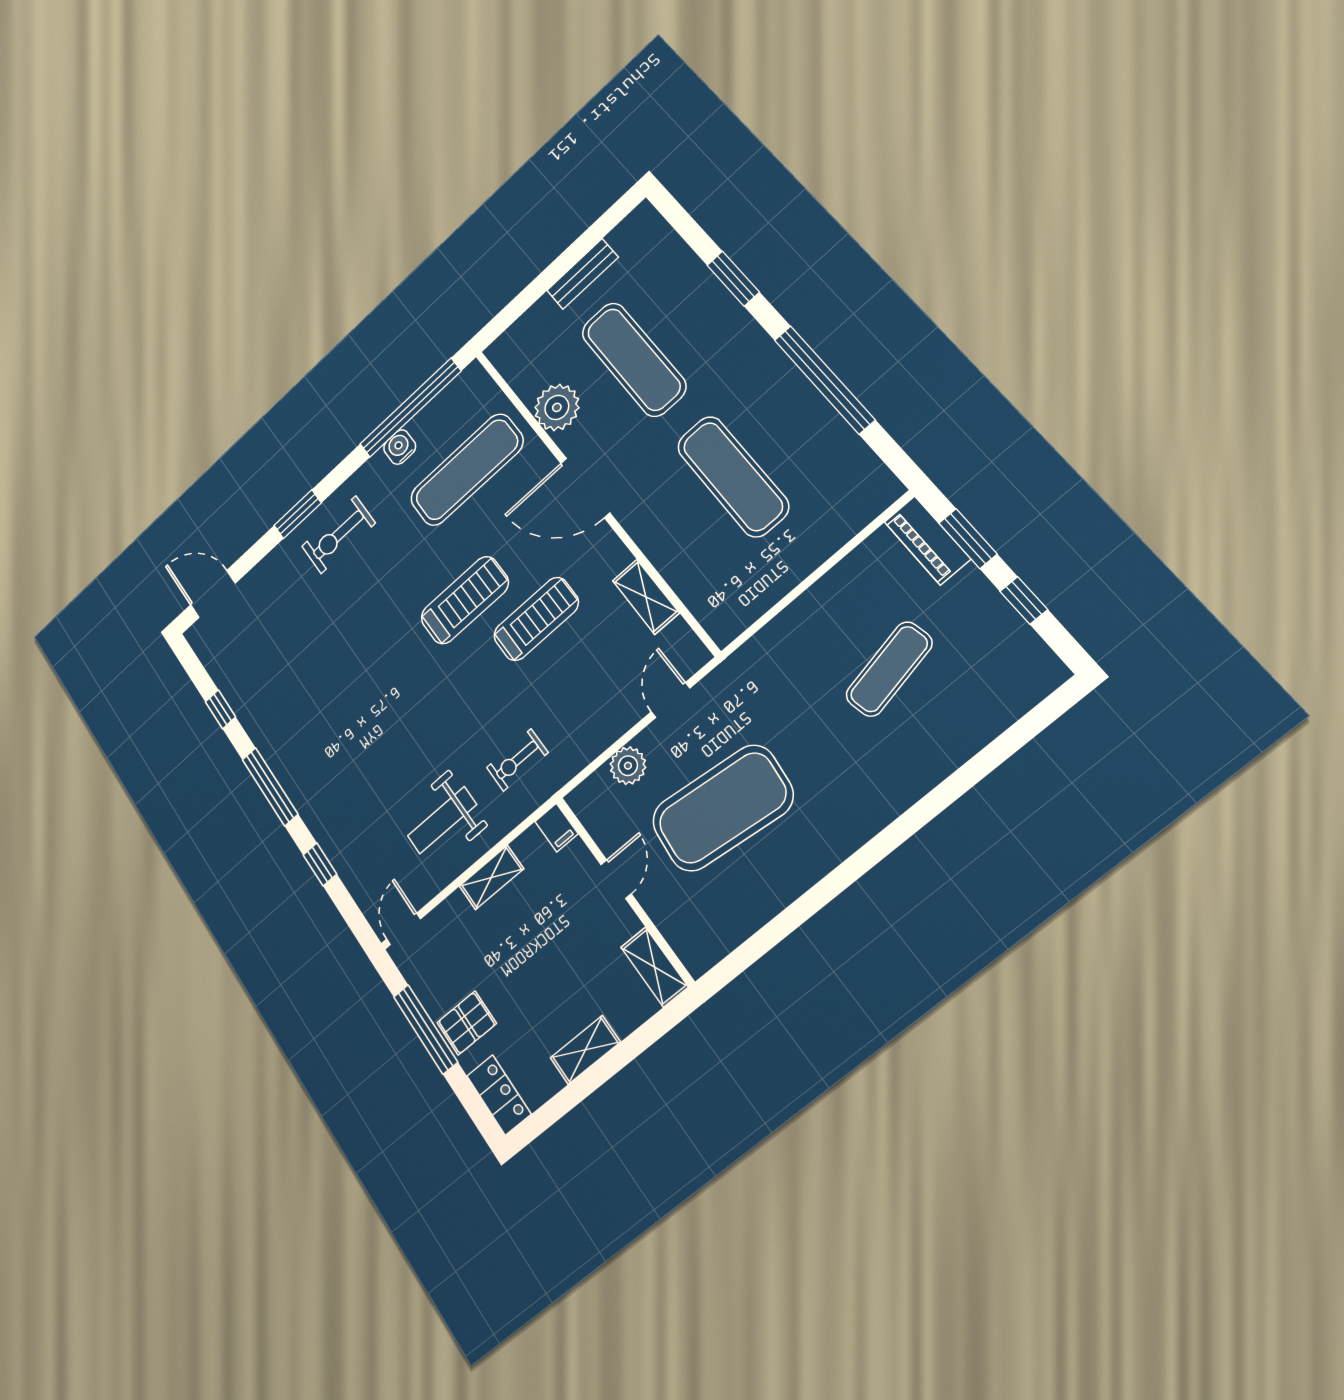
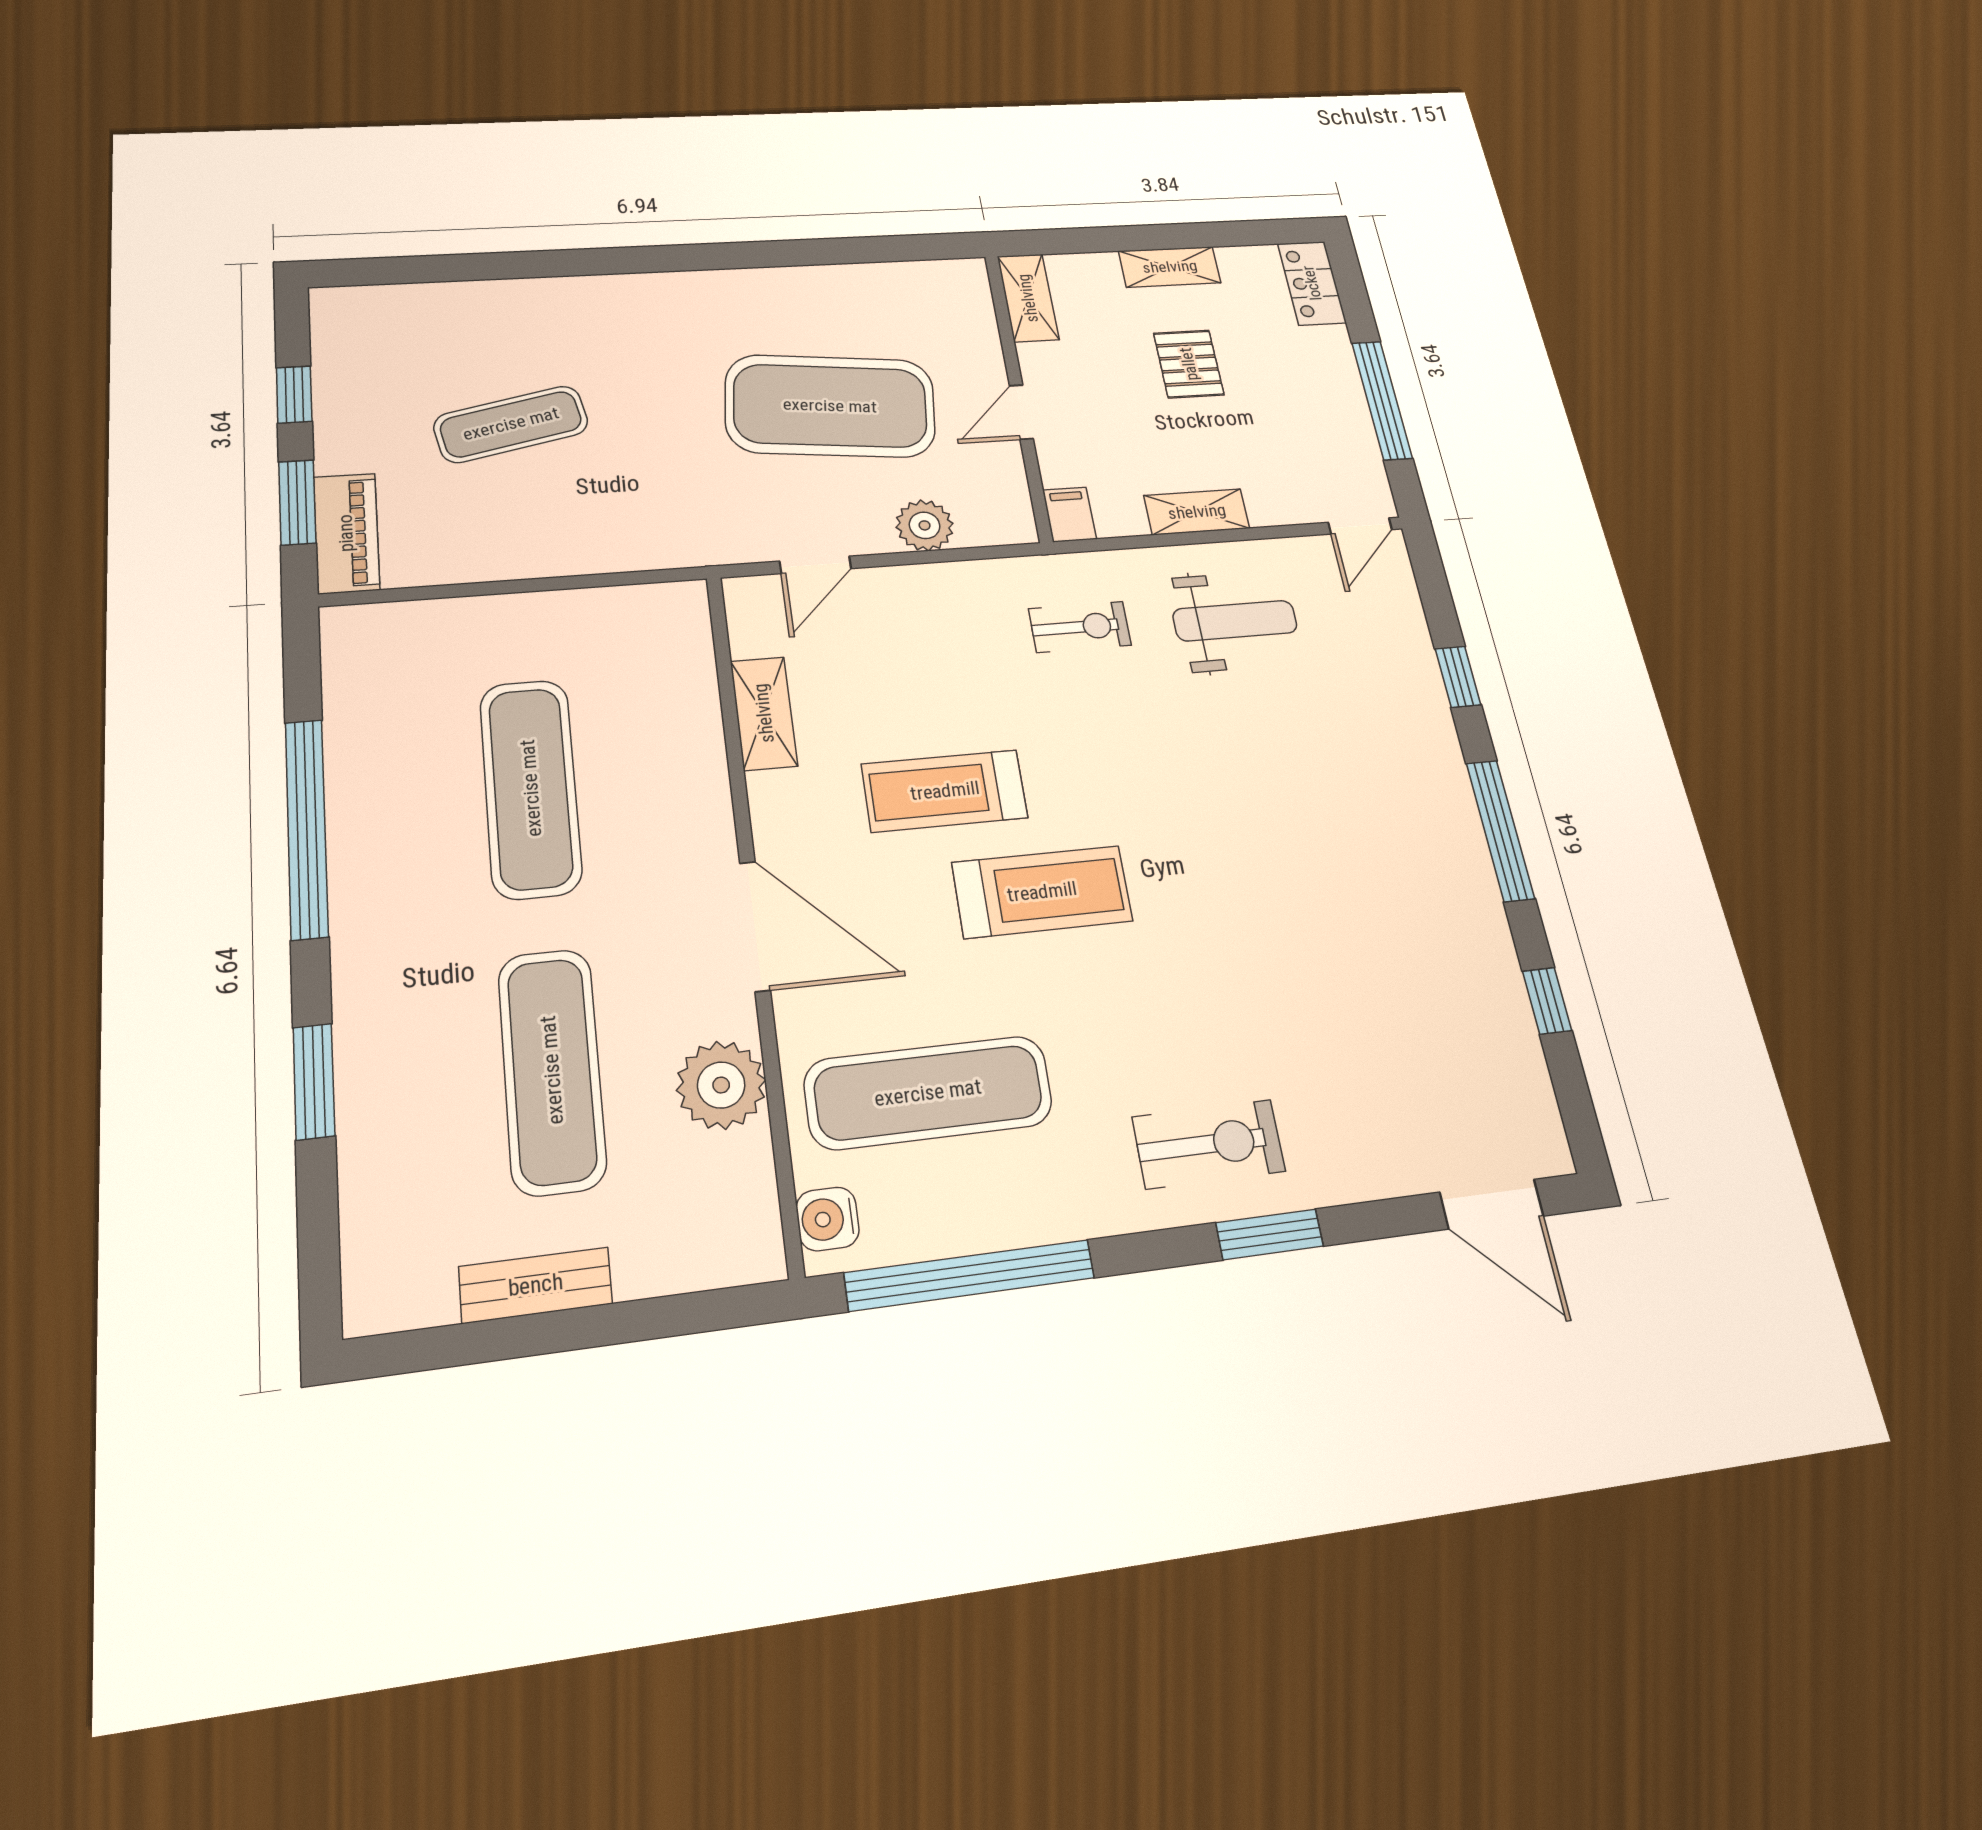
water cooler: (400, 447) -> (828, 1219), moved, turned 90
treadmill: (465, 600) -> (1042, 892), turned 180
pallet: (467, 1023) -> (1189, 364), moved, turned 90

